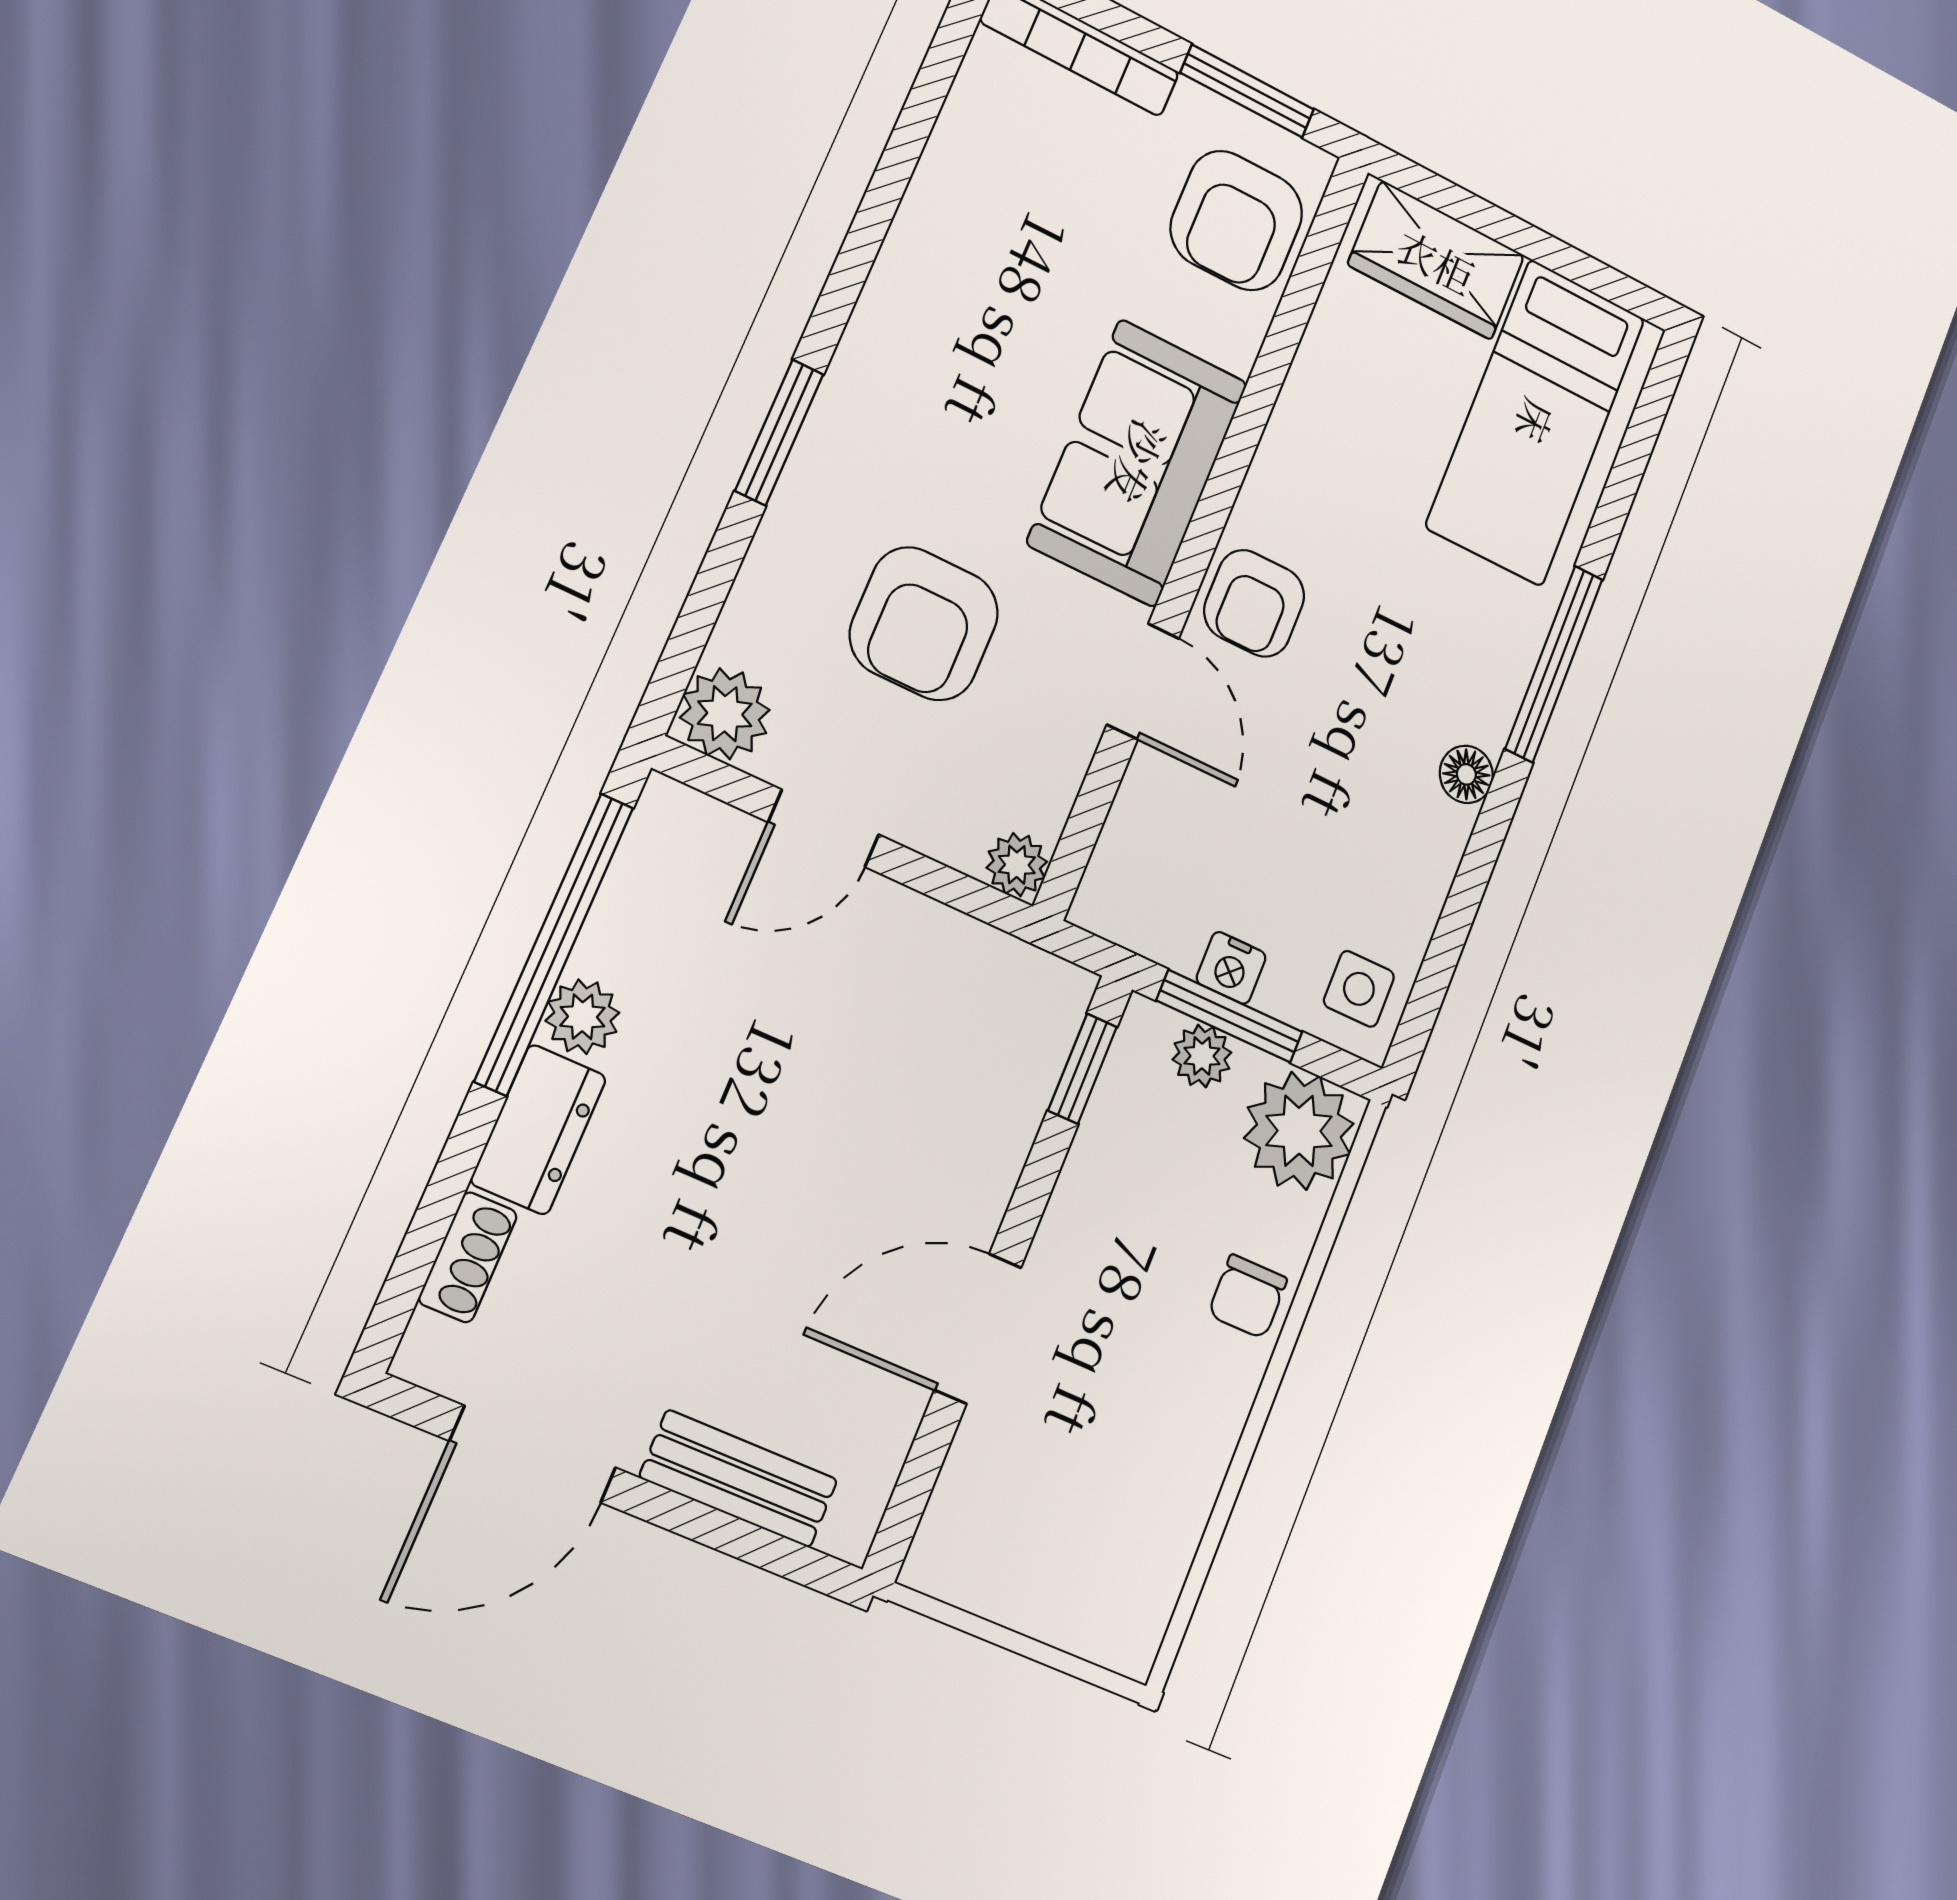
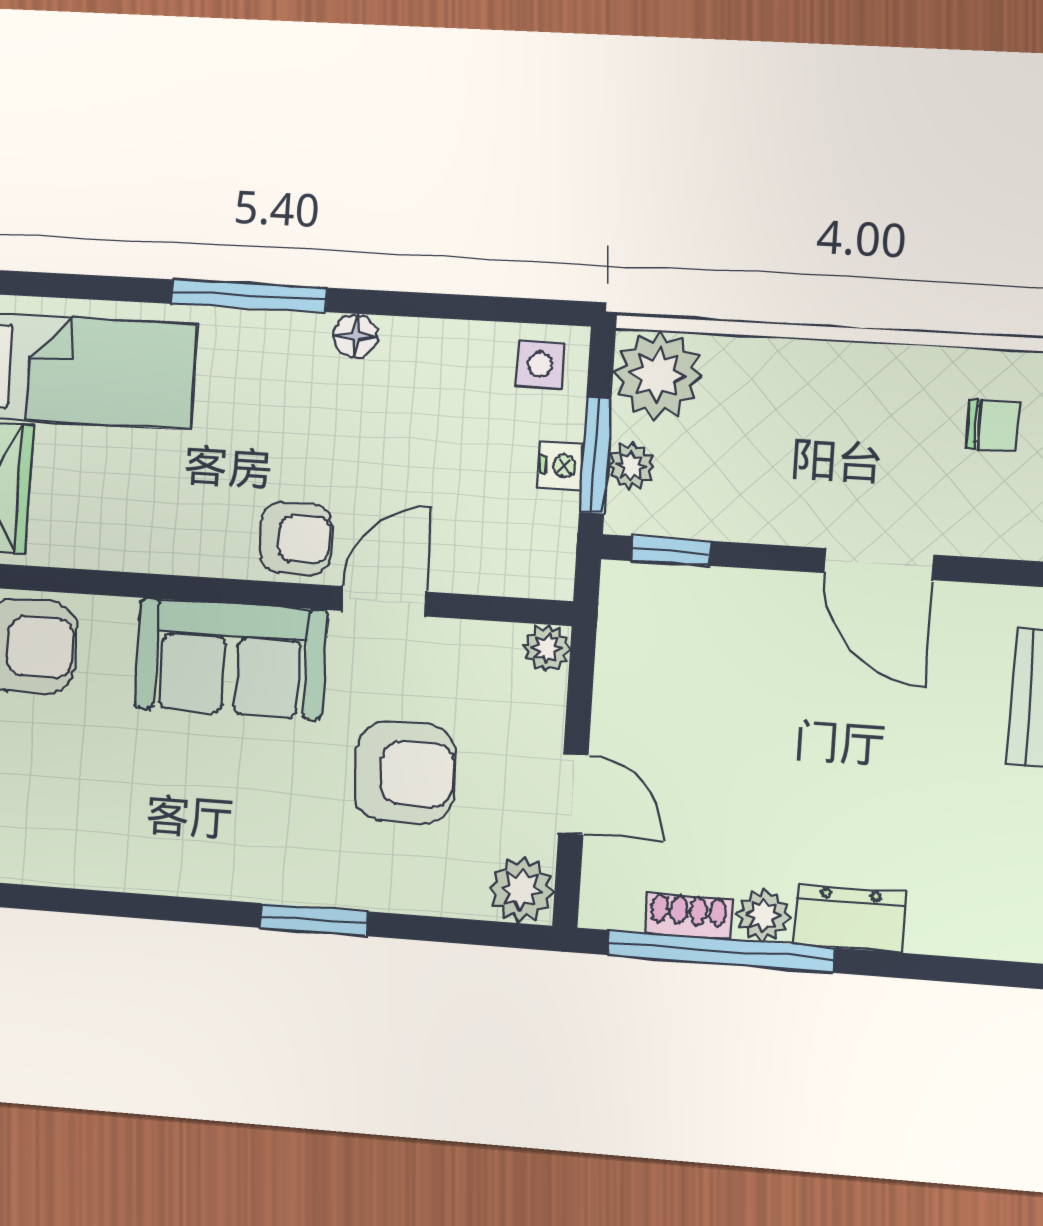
shoe rack: (468, 1257) -> (688, 916), moved
chair: (1248, 1297) -> (993, 425), moved

